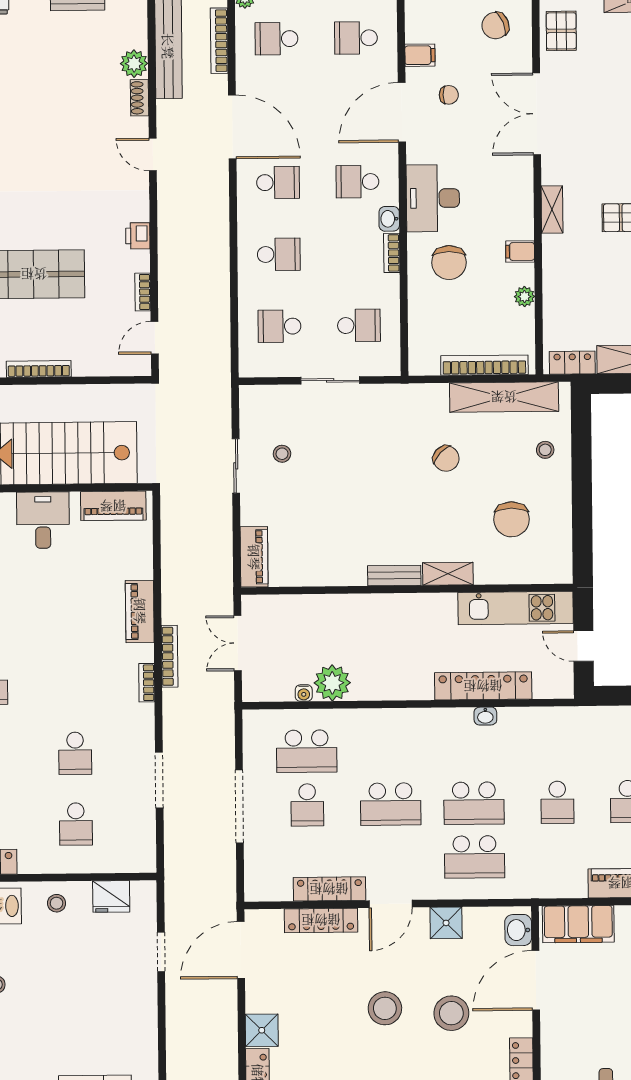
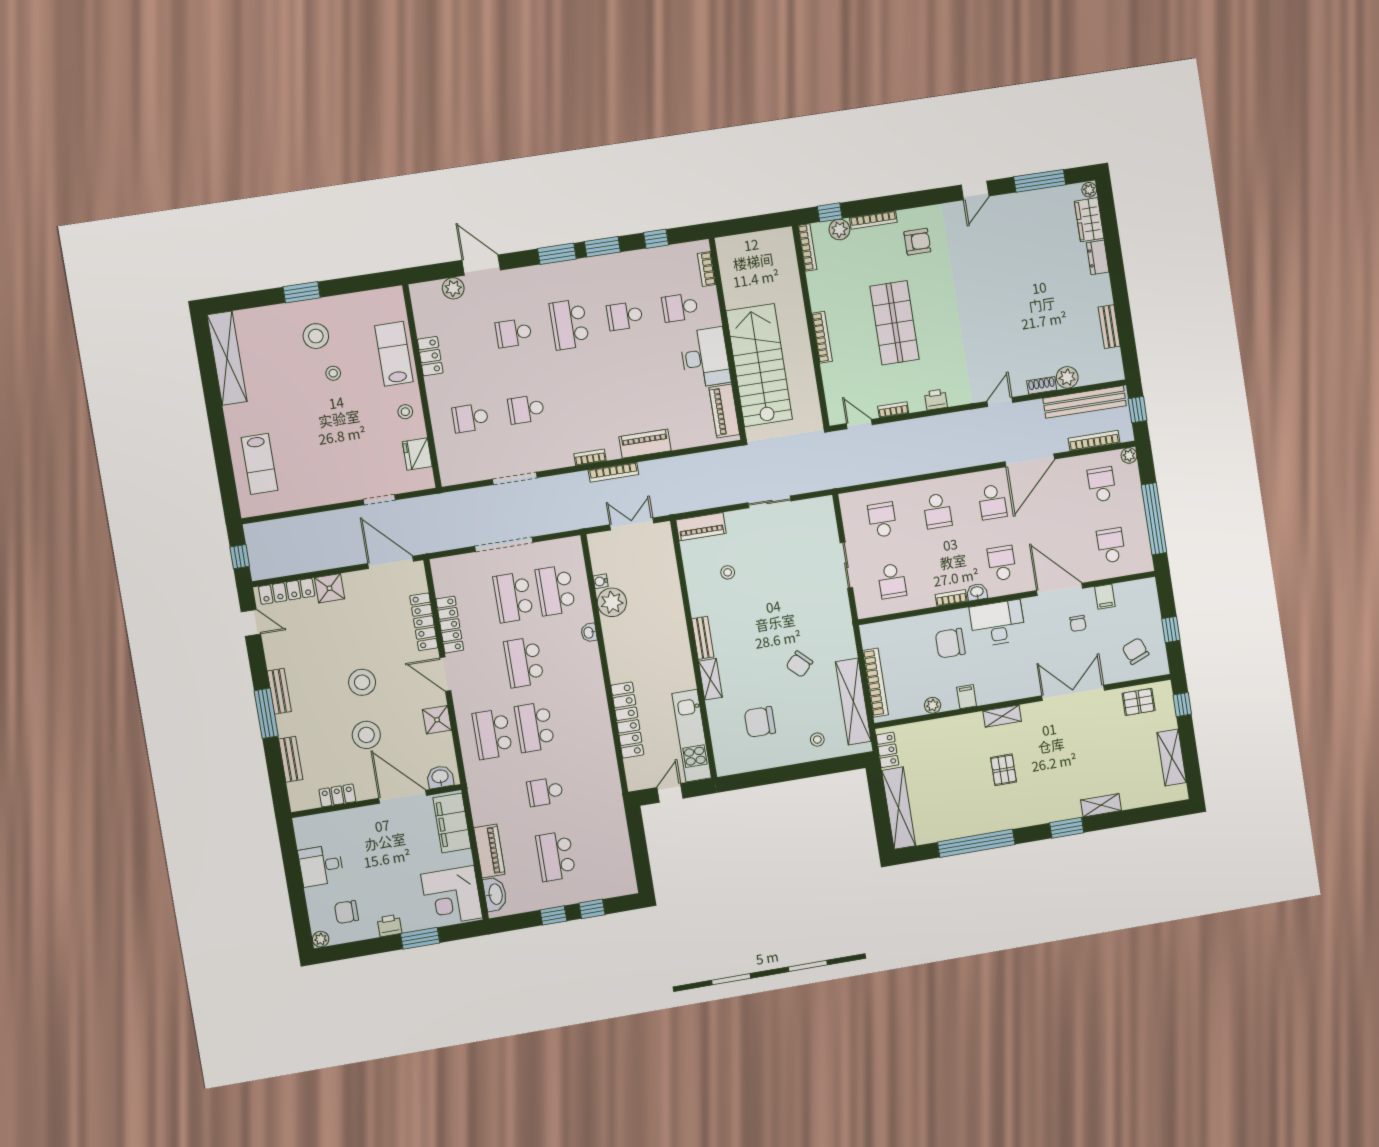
stool: (282, 454) -> (728, 572), moved
desk: (43, 520) -> (705, 358), width x1.37
washbasin: (485, 716) -> (589, 633), moved
school desk: (307, 805) -> (513, 597), width x1.85

